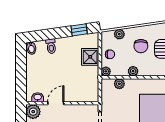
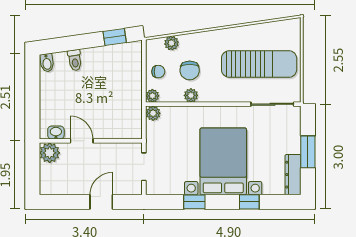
chair: (141, 46) -> (190, 70), moved
shower: (90, 57) -> (130, 75), removed
plant: (119, 84) -> (153, 113), moved
door: (56, 103) -> (82, 141), hinge flipped

